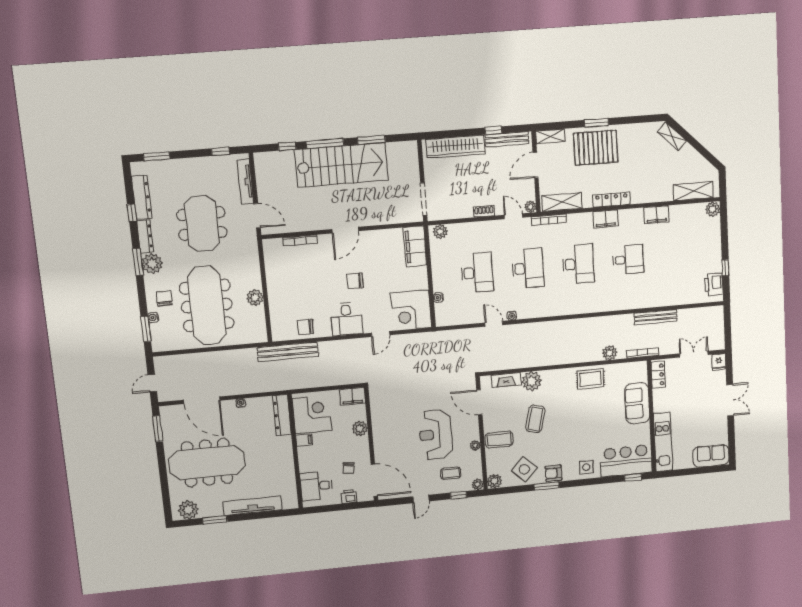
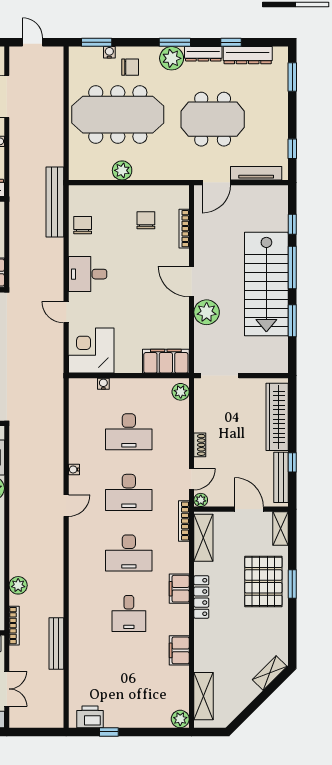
plant: (370, 215) -> (207, 312), added
chair: (355, 281) -> (146, 220), moved
door: (494, 324) -> (66, 506), moved

